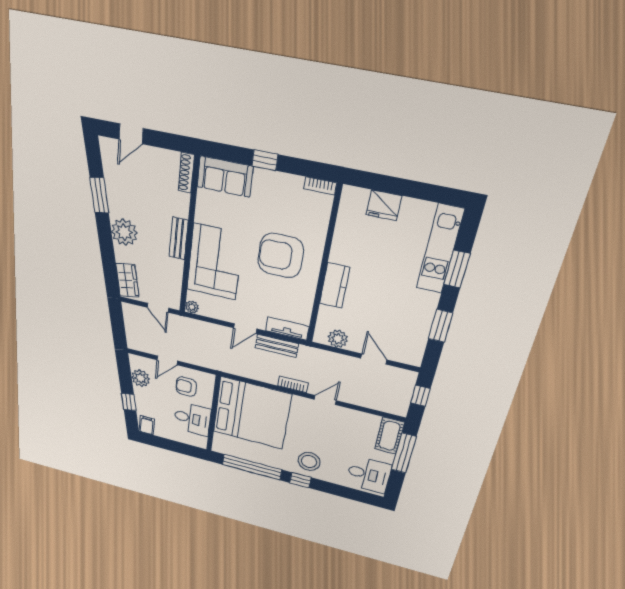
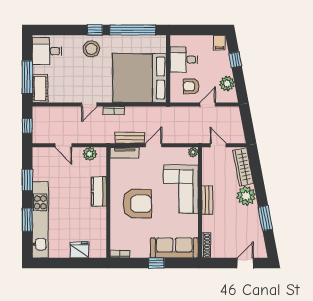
sofa: (225, 177) -> (174, 248), width x1.36
kitchen unit: (440, 249) -> (40, 220), width x1.36
wardrobe: (127, 280) -> (243, 167), width x1.50
armchair: (186, 387) -> (191, 86), turned 180

